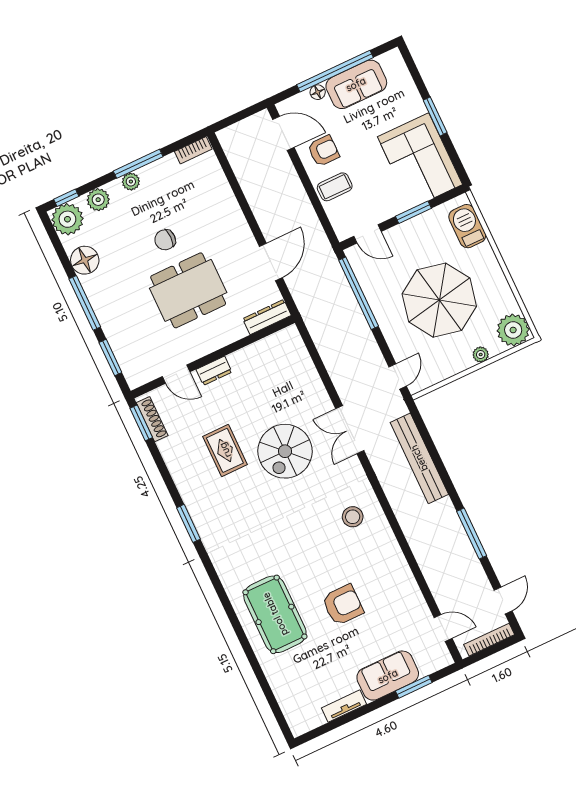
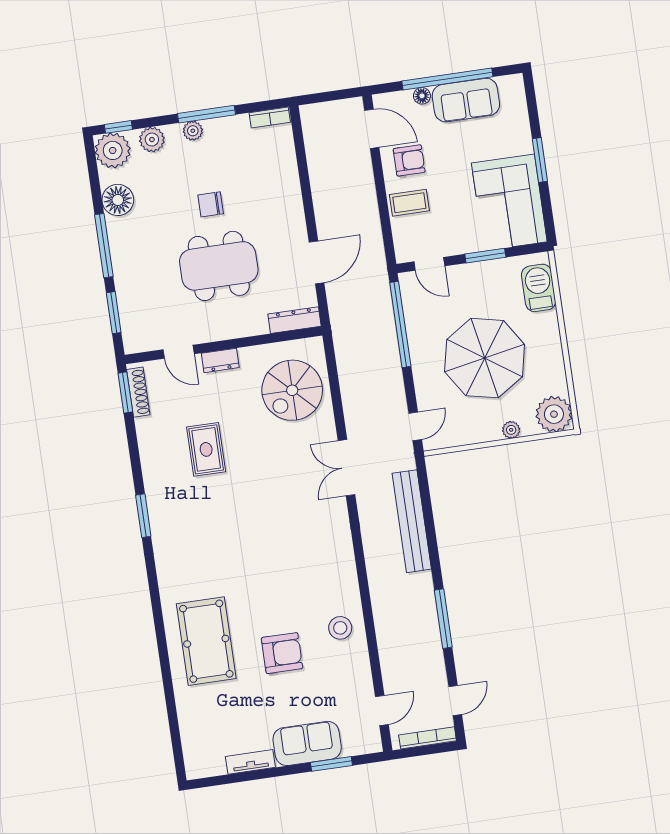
spiral stairs: (285, 451) -> (292, 390), moved
stool: (353, 517) -> (340, 628), moved
door: (443, 628) -> (382, 710), hinge flipped

